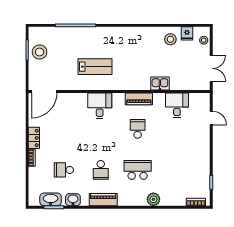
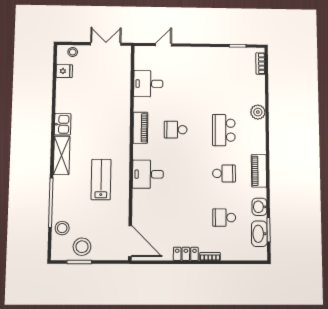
shelving: (115, 33) -> (62, 155), added
stool: (170, 39) -> (62, 228), moved
kitchen sink: (160, 84) -> (63, 124), moved, turned 180
school desk: (64, 170) -> (224, 218), turned 90

